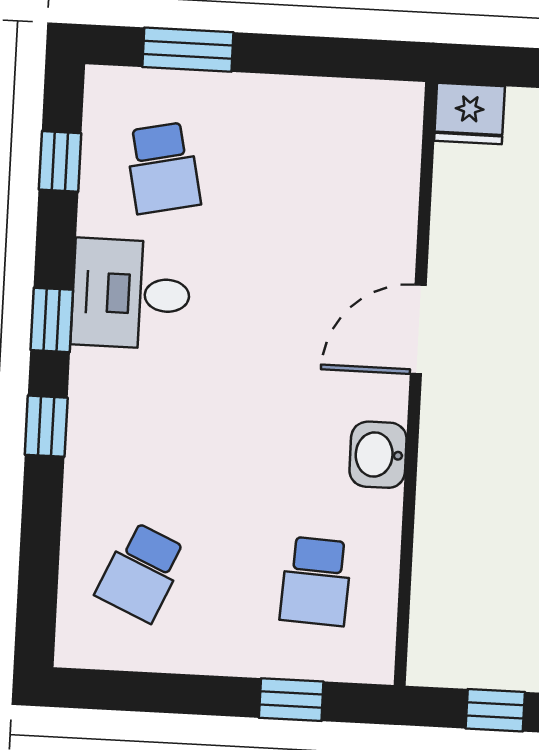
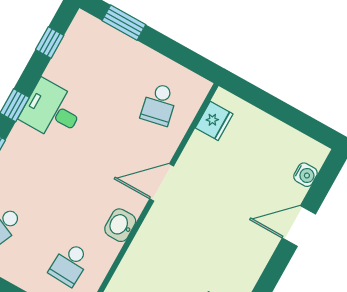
fridge: (469, 114) -> (214, 121), moved, turned -90
school desk: (163, 168) -> (159, 104), moved

